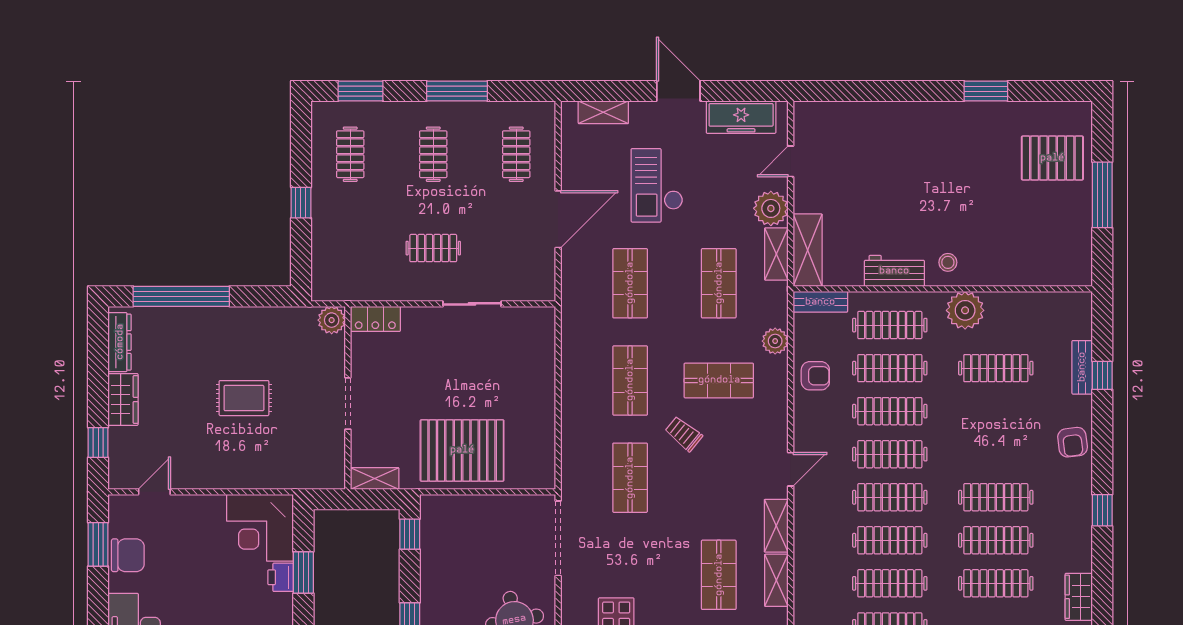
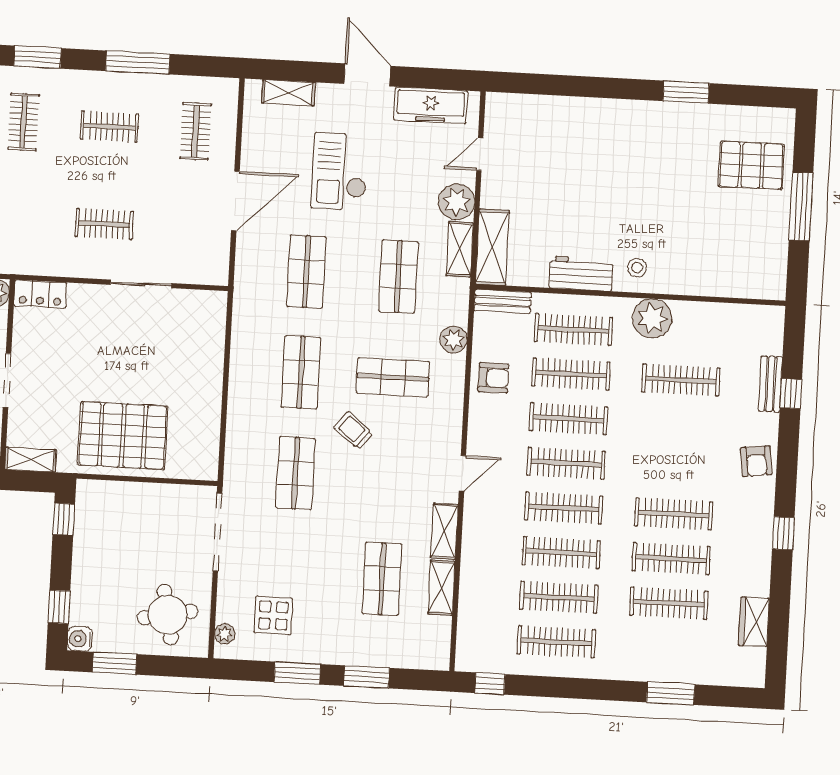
clothes rail: (433, 154) -> (110, 127), turned 90

